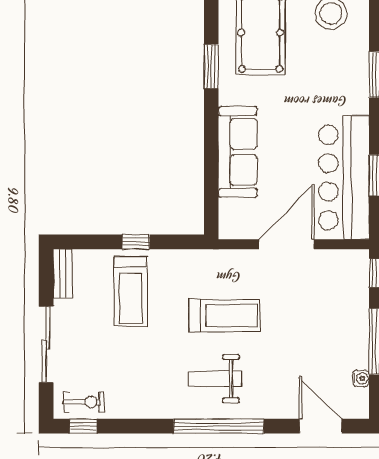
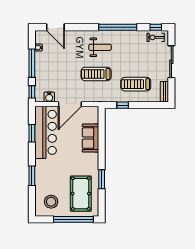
sofa: (238, 152) -> (90, 138), width x0.73
window: (136, 242) -> (123, 105), moved
water cooler: (335, 261) -> (49, 97), added
treadmill: (131, 292) -> (136, 84), turned -90
window: (219, 426) -> (118, 27), moved

